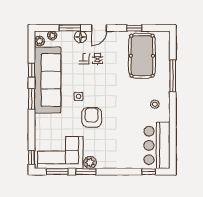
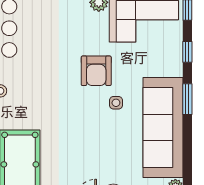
window: (32, 70) -> (187, 52), moved

